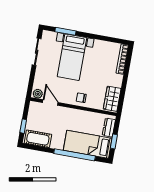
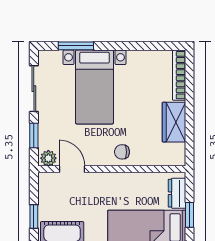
window: (32, 79) -> (34, 135), added
wardrobe: (112, 99) -> (174, 122), moved

